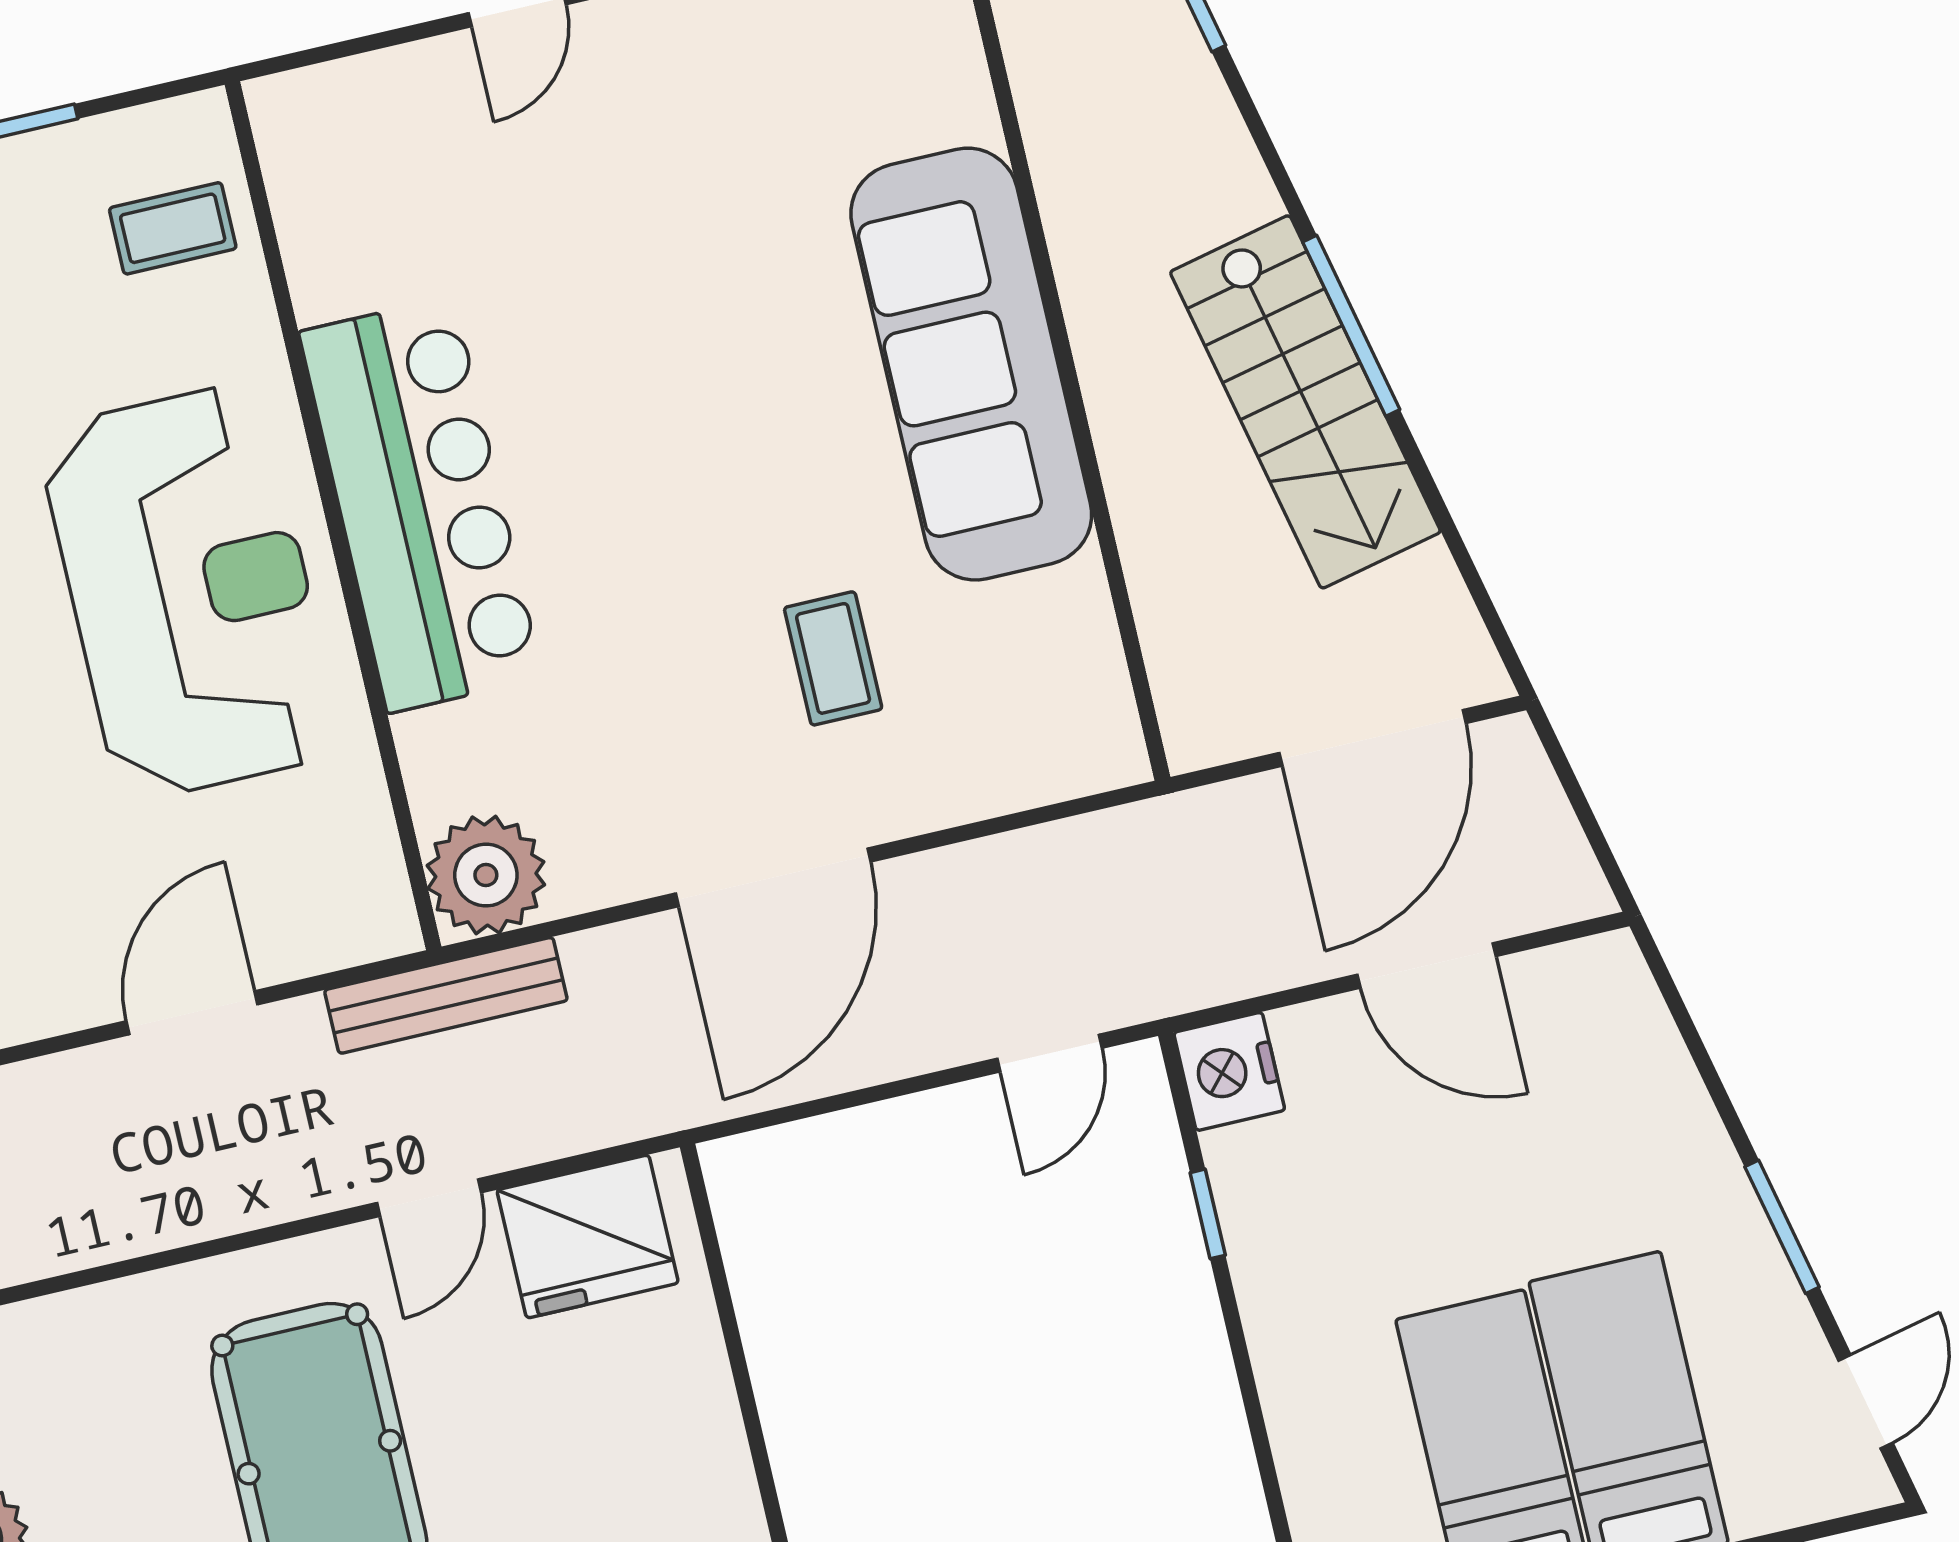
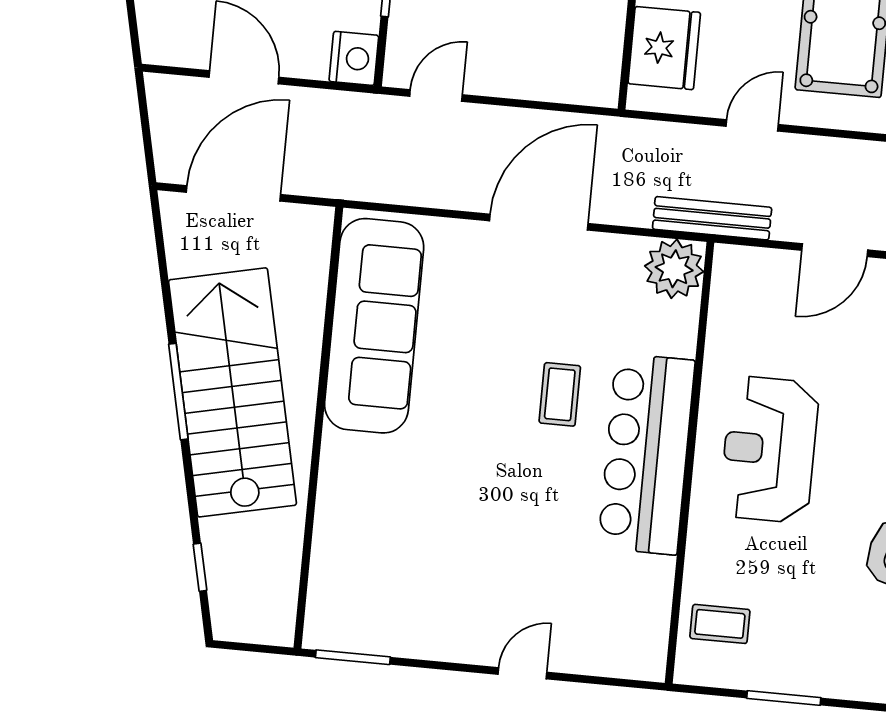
sofa: (971, 364) -> (374, 326), moved
stairs: (1305, 402) -> (233, 392), width x1.36, depth x1.51
reception desk: (190, 592) -> (769, 449), width x0.74, depth x0.77
coffee table: (833, 658) -> (560, 394), moved
fridge: (588, 1236) -> (664, 48), moved, turned 90

